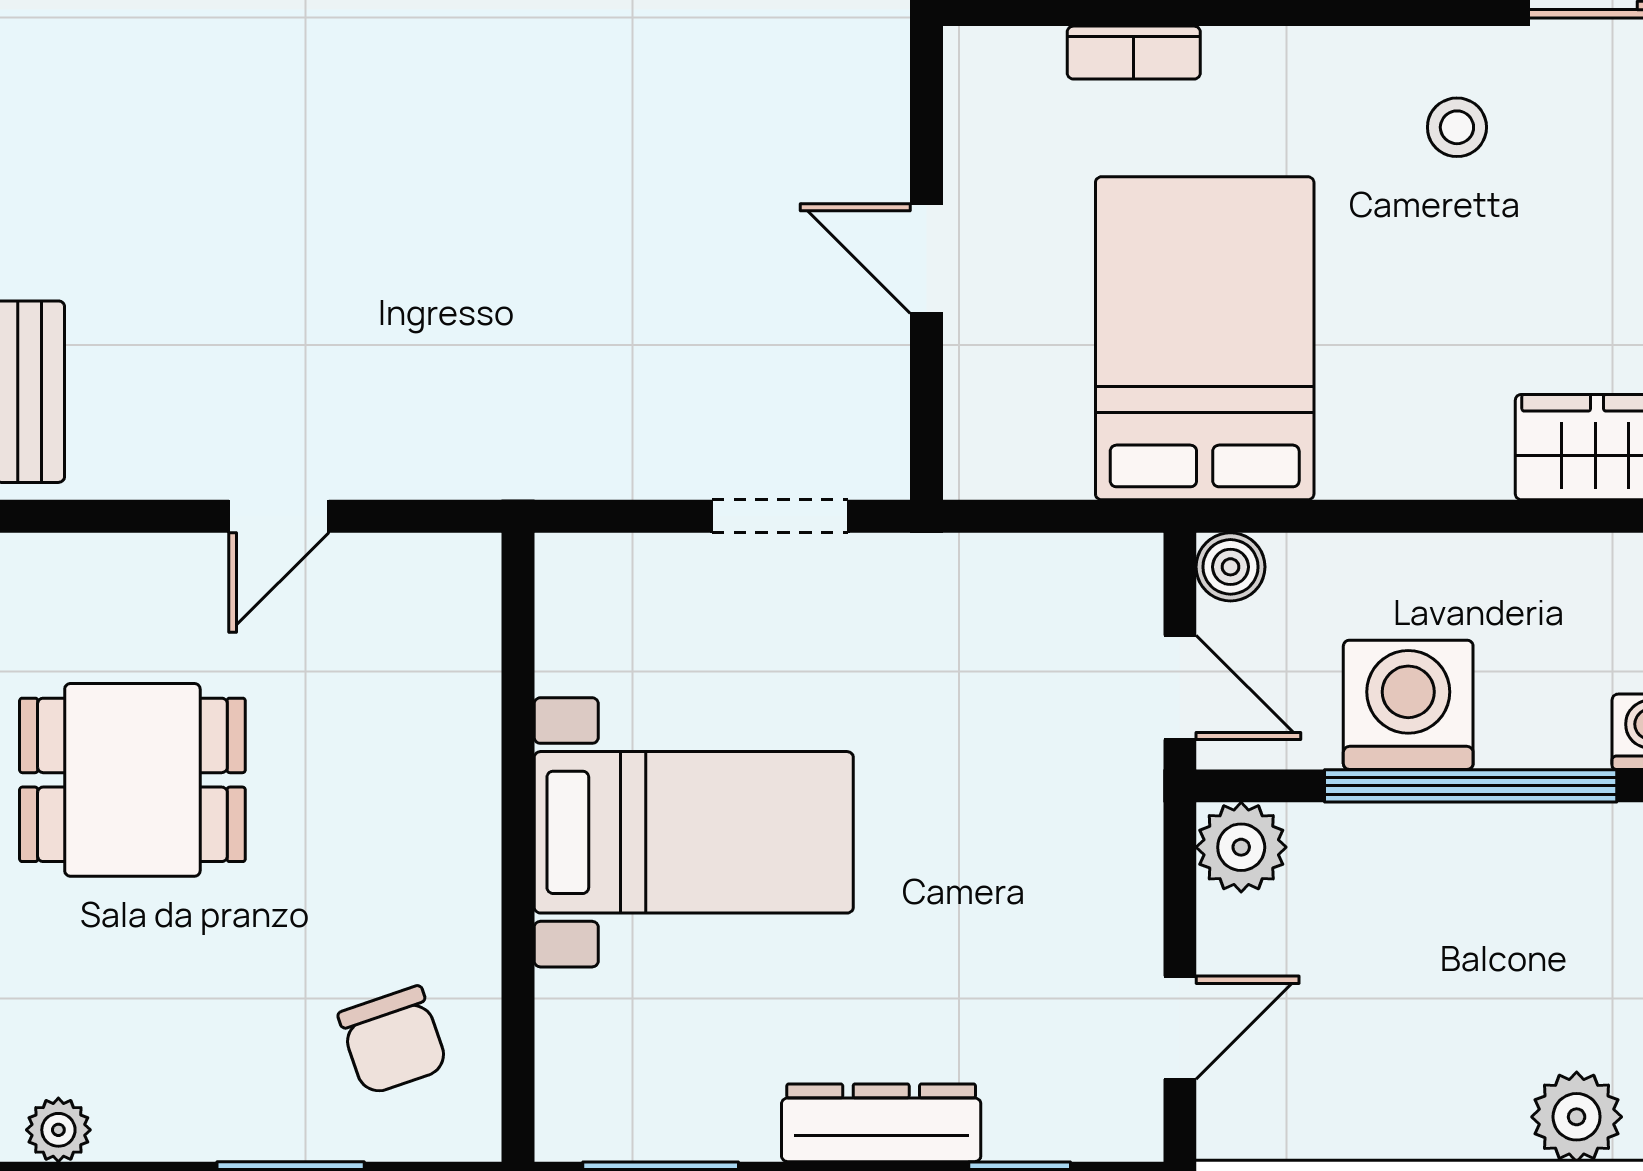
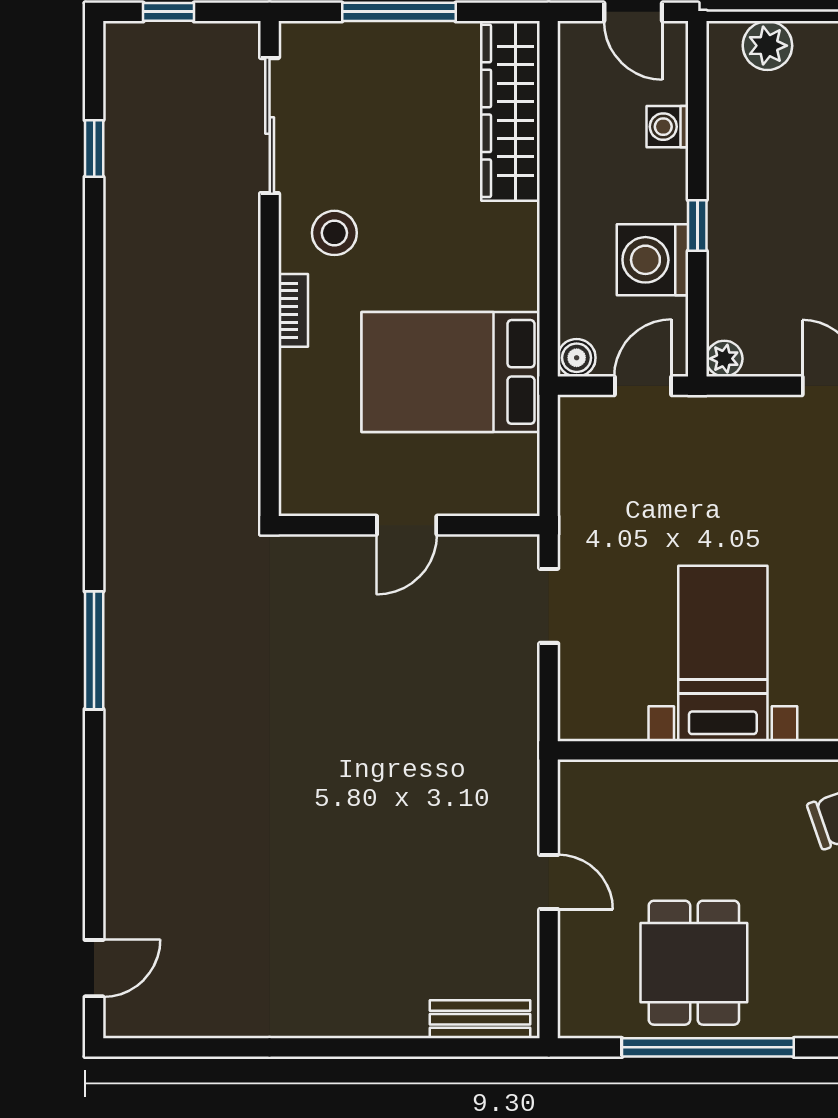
bookcase: (1134, 53) -> (293, 310), moved
stool: (1457, 127) -> (334, 233), width x1.37, depth x1.37
window: (1471, 786) -> (697, 225), width x0.32
plant: (1241, 847) -> (724, 359), width x0.73, depth x0.73

